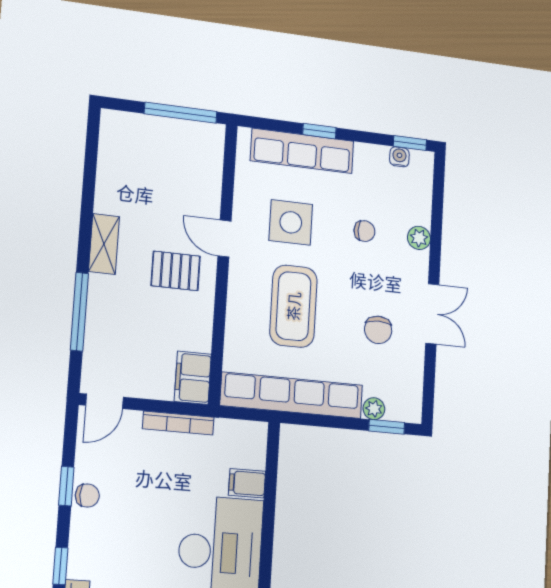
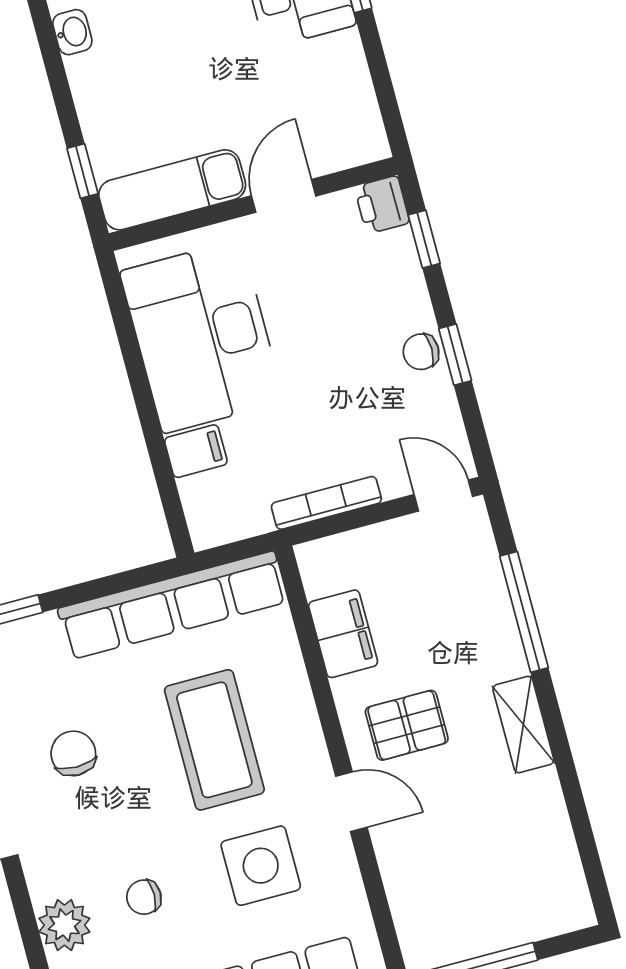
plant: (419, 238) -> (64, 925), width x1.38, depth x1.38
filing cabinet: (193, 378) -> (343, 634), moved
door: (104, 401) -> (443, 496), hinge flipped
plant: (374, 409) -> (41, 631), removed

